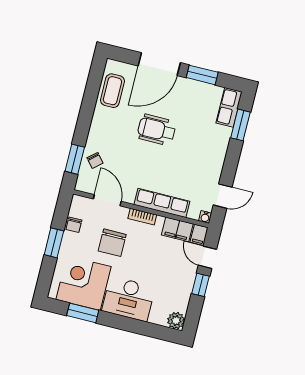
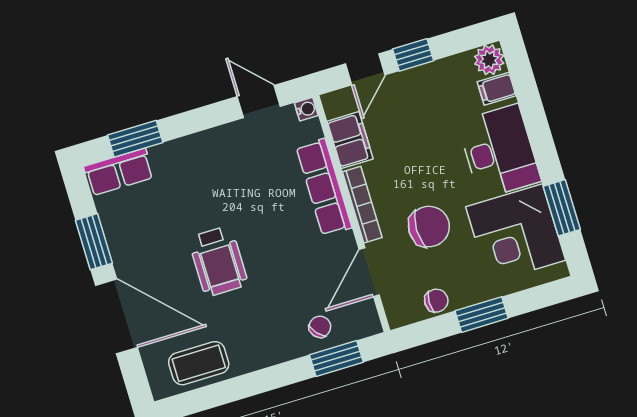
bookcase: (142, 217) -> (362, 205), width x1.56
filing cabinet: (199, 235) -> (497, 89), moved, turned 180

